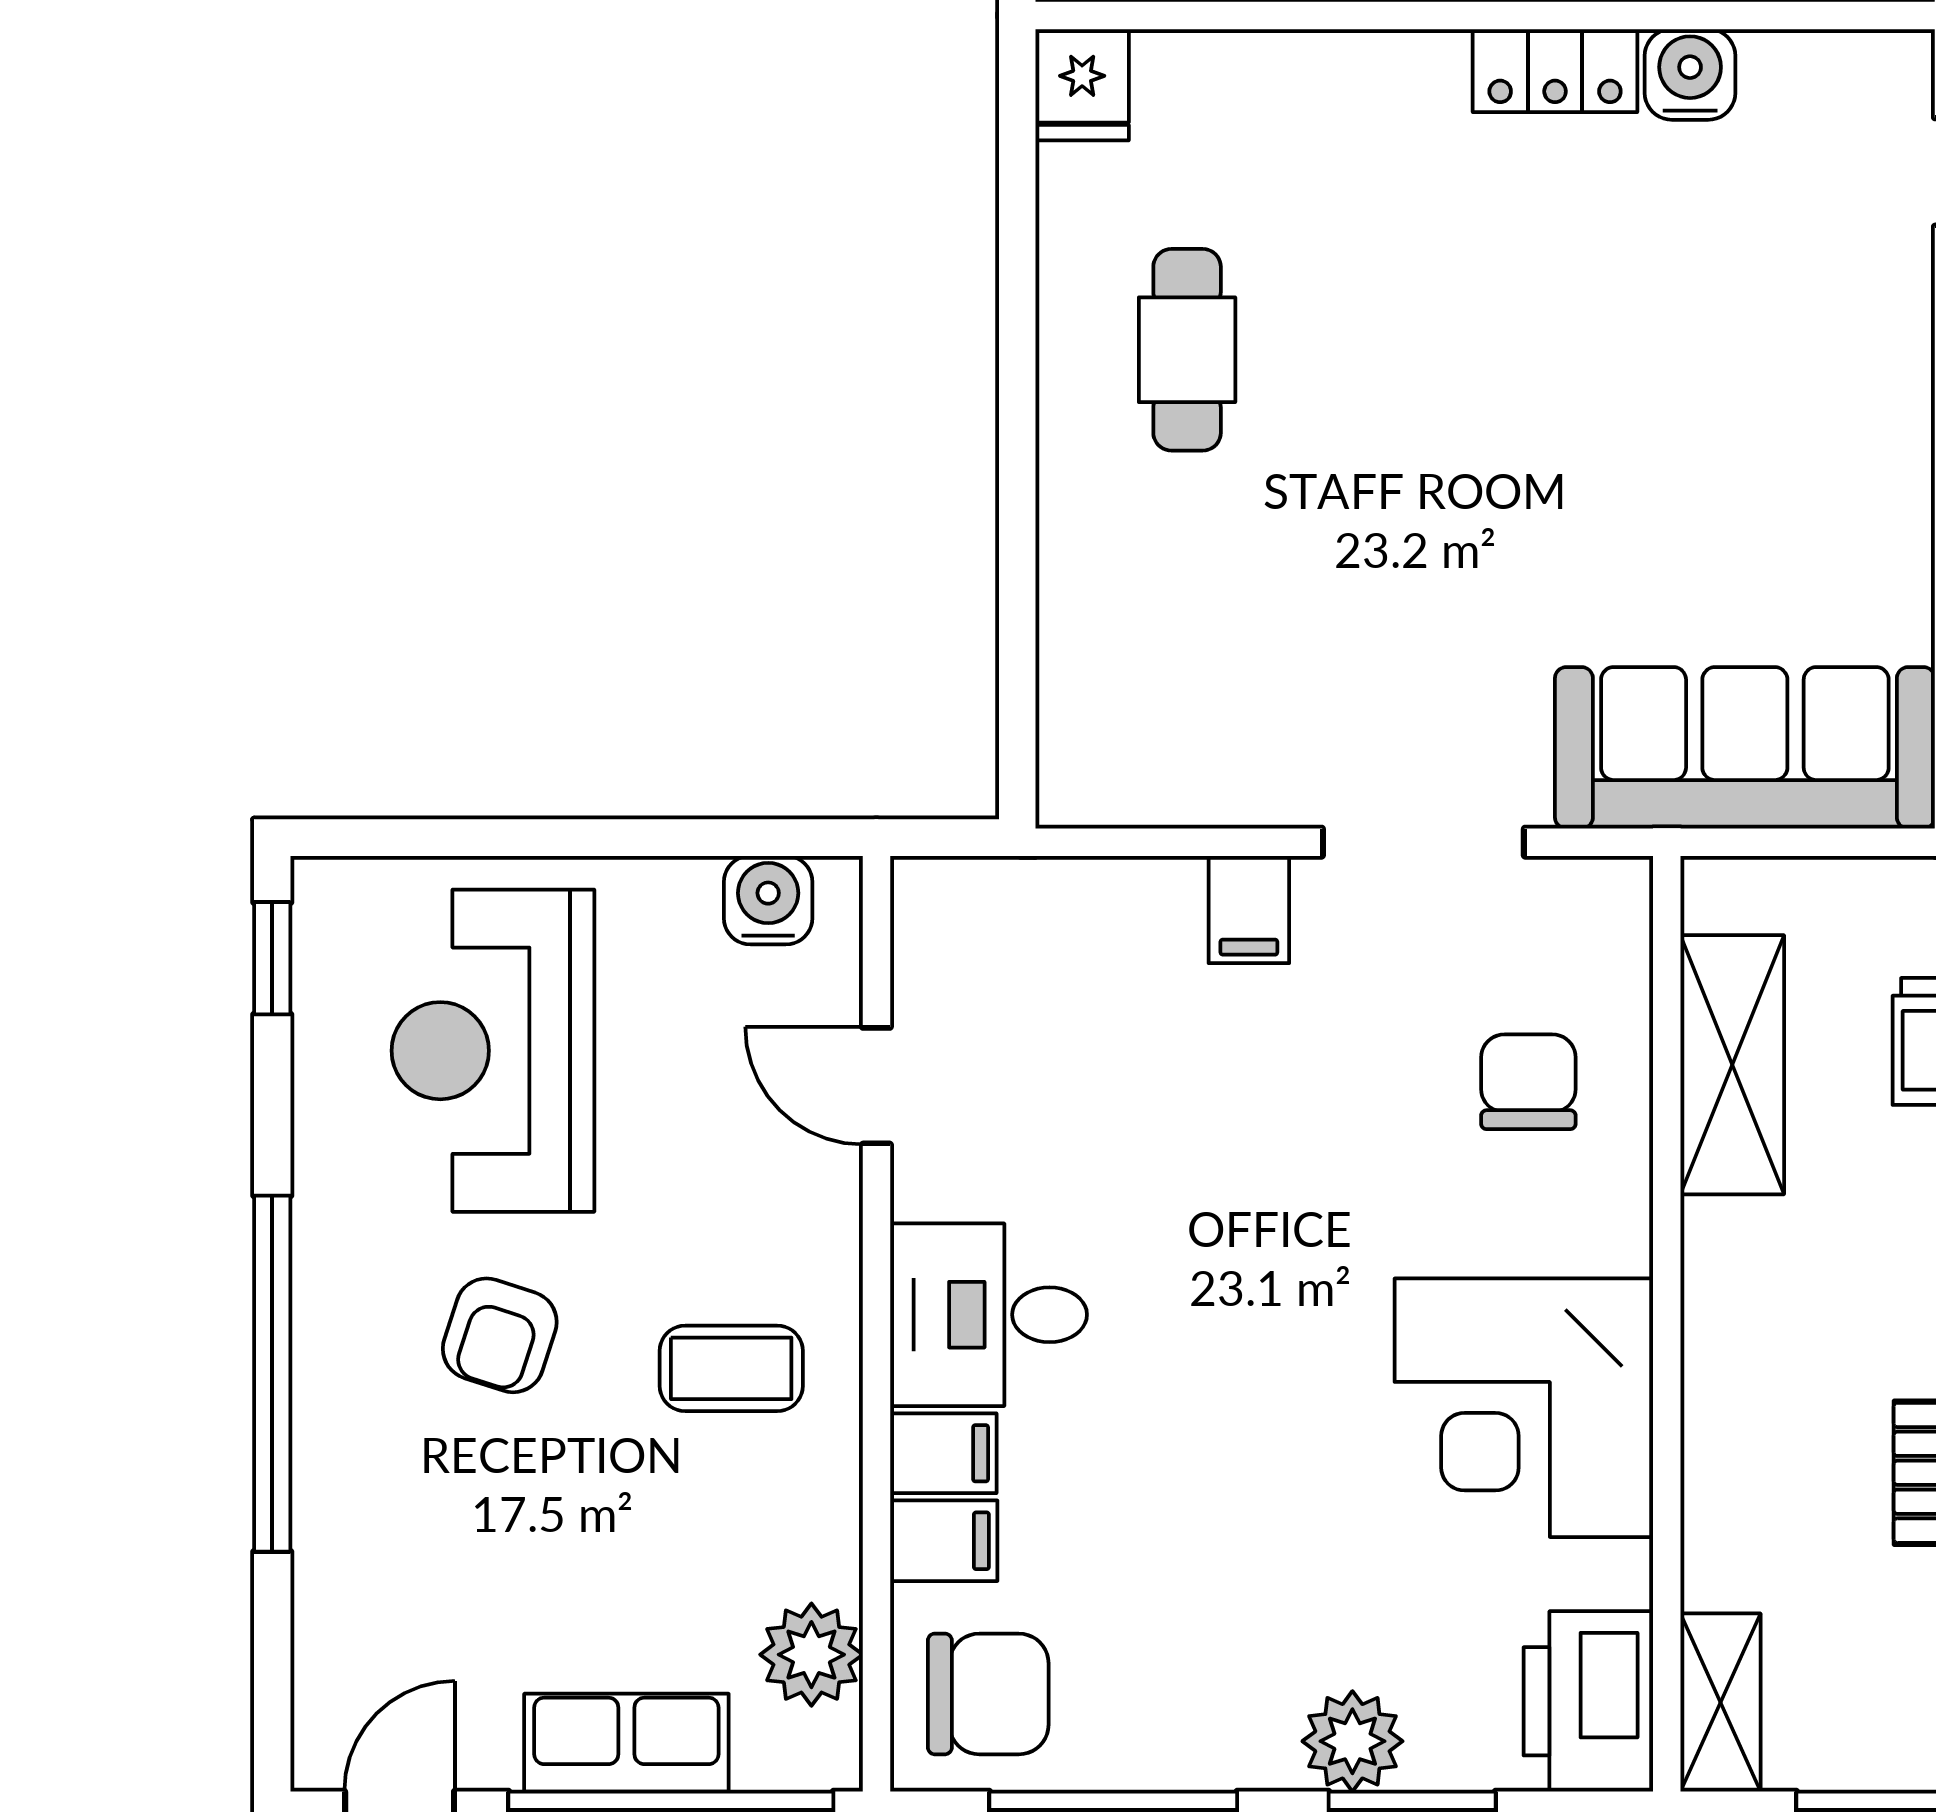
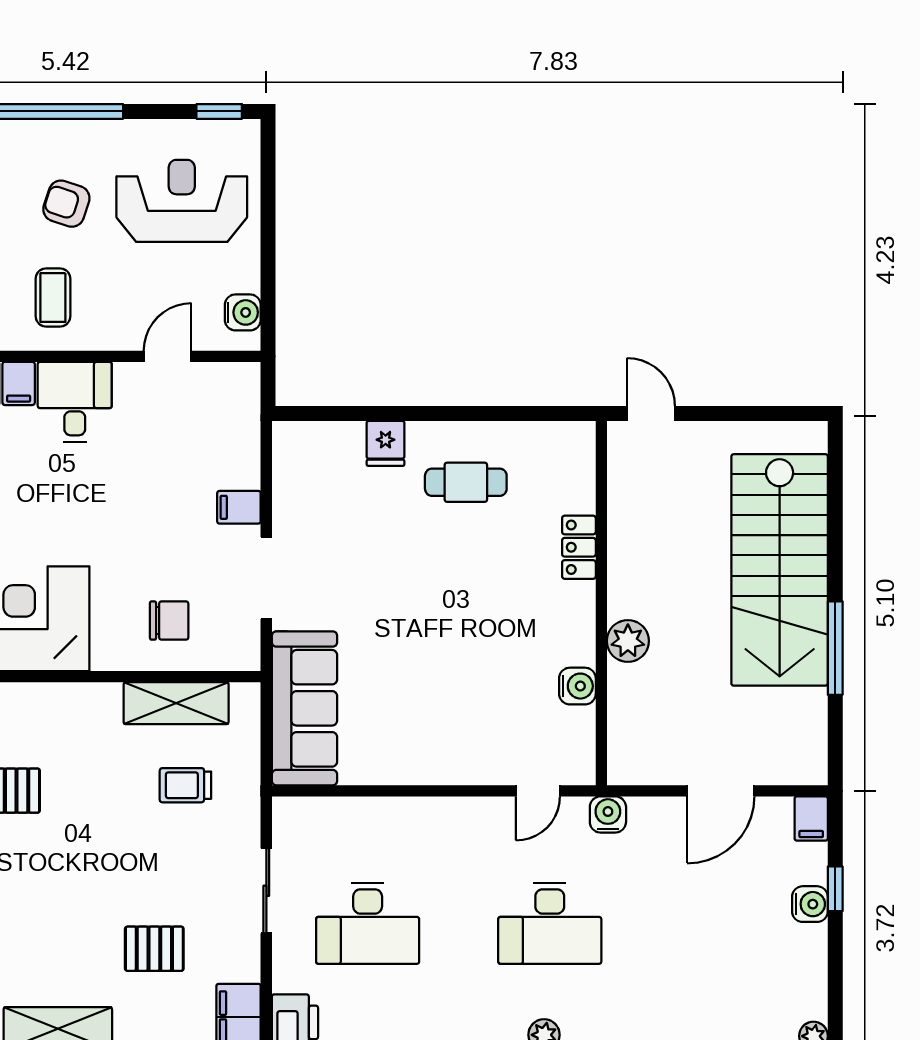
locker: (1555, 71) -> (579, 547), moved
fridge: (1082, 85) -> (386, 443), moved, turned -90

